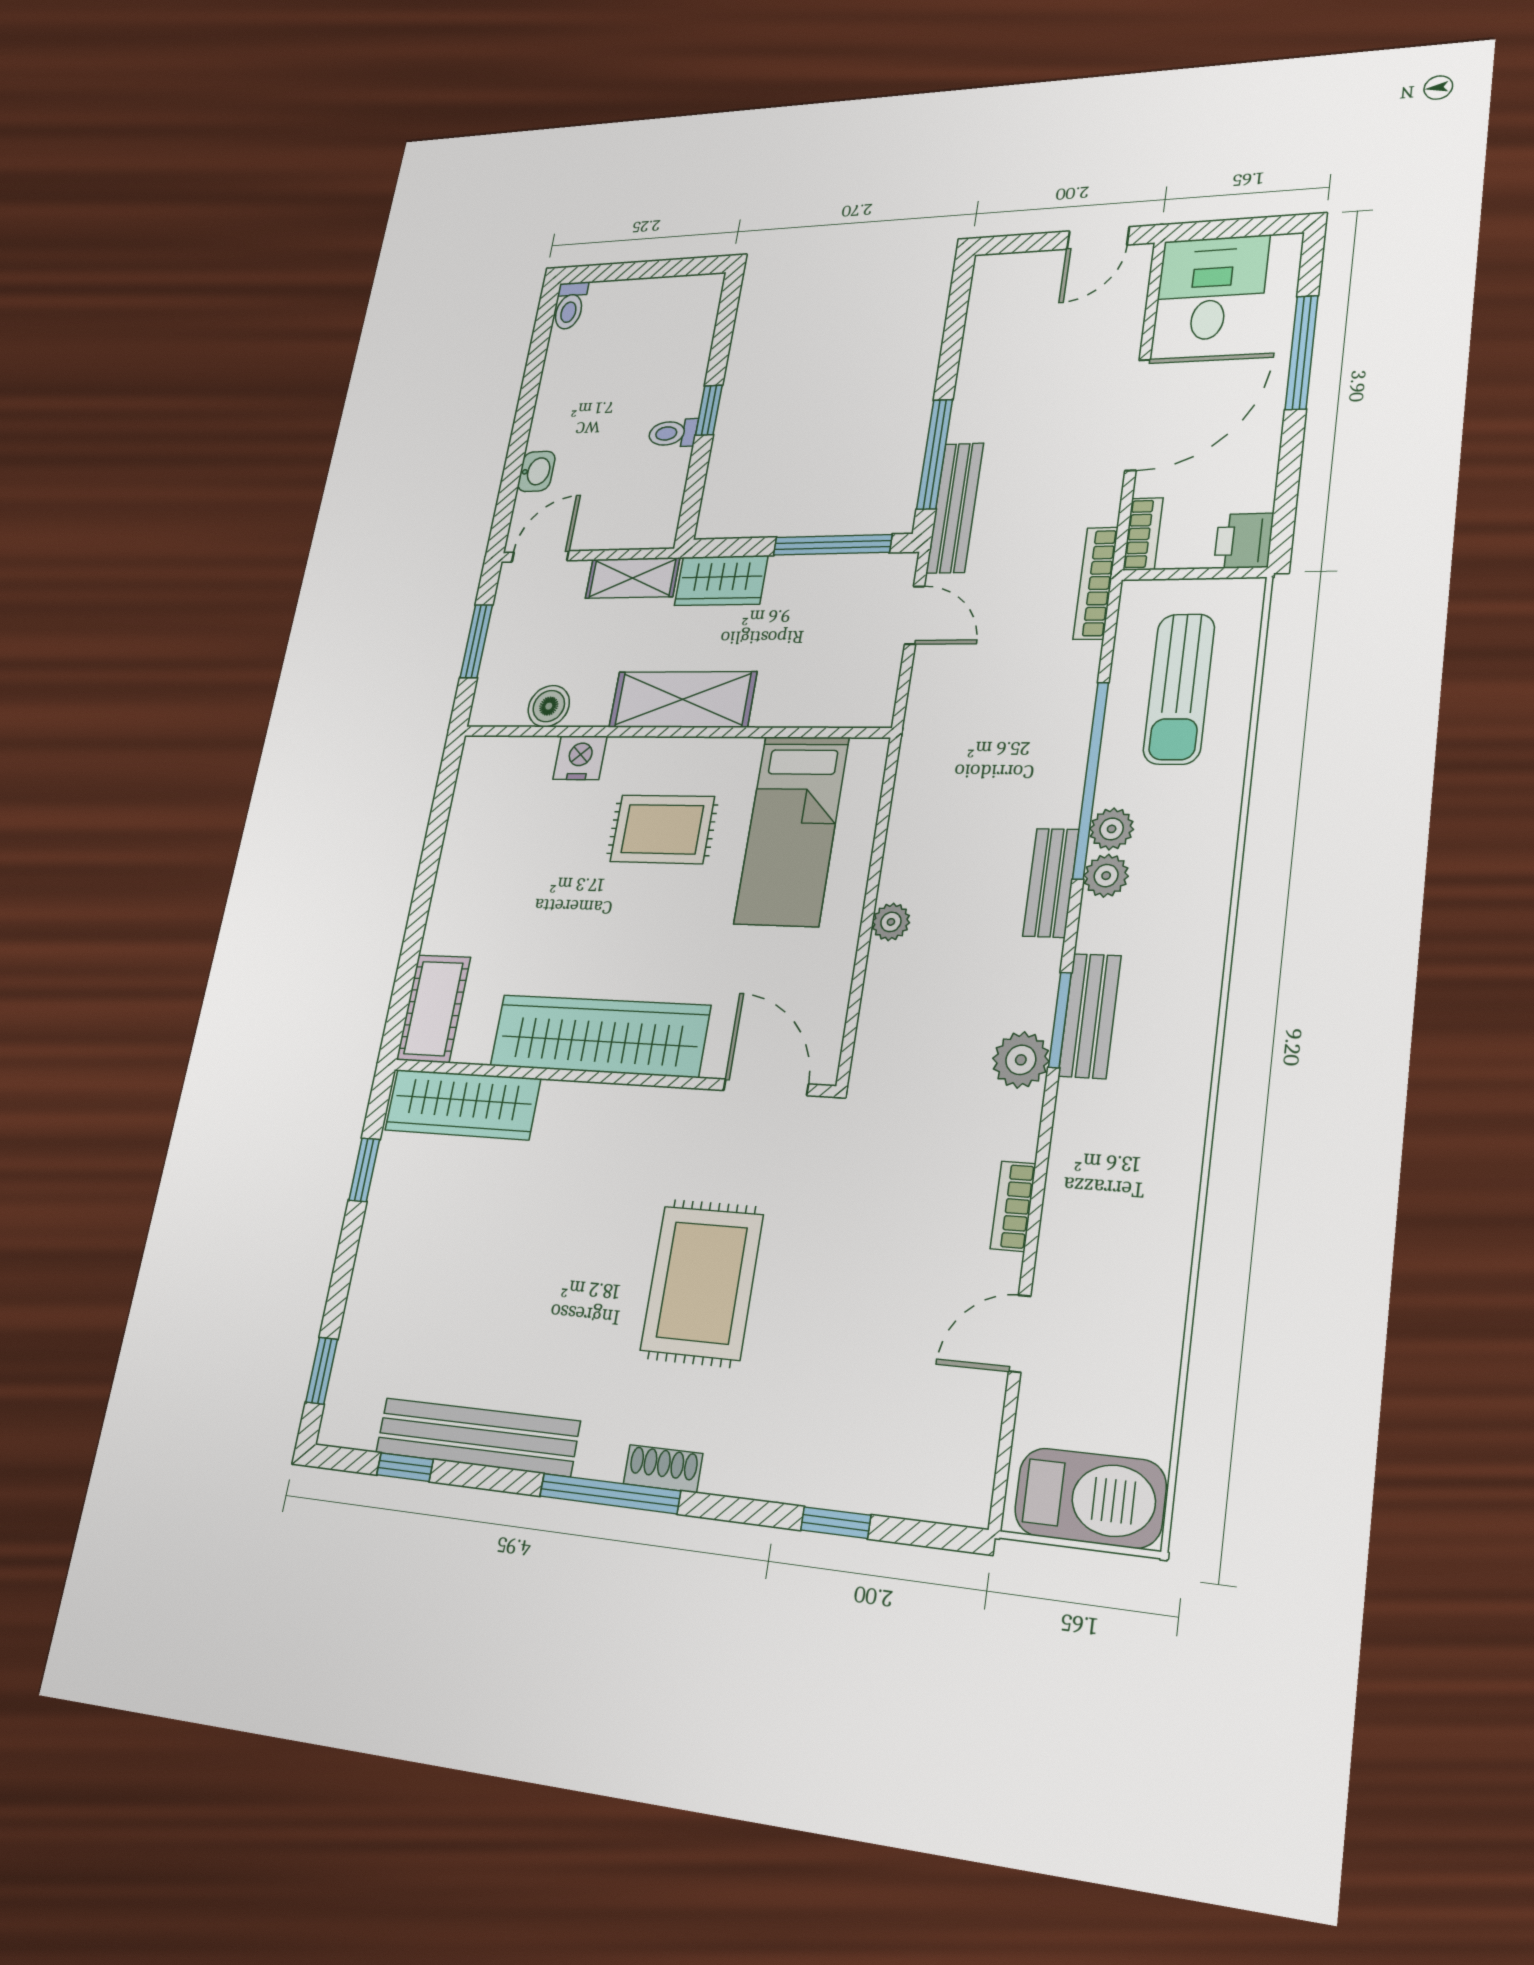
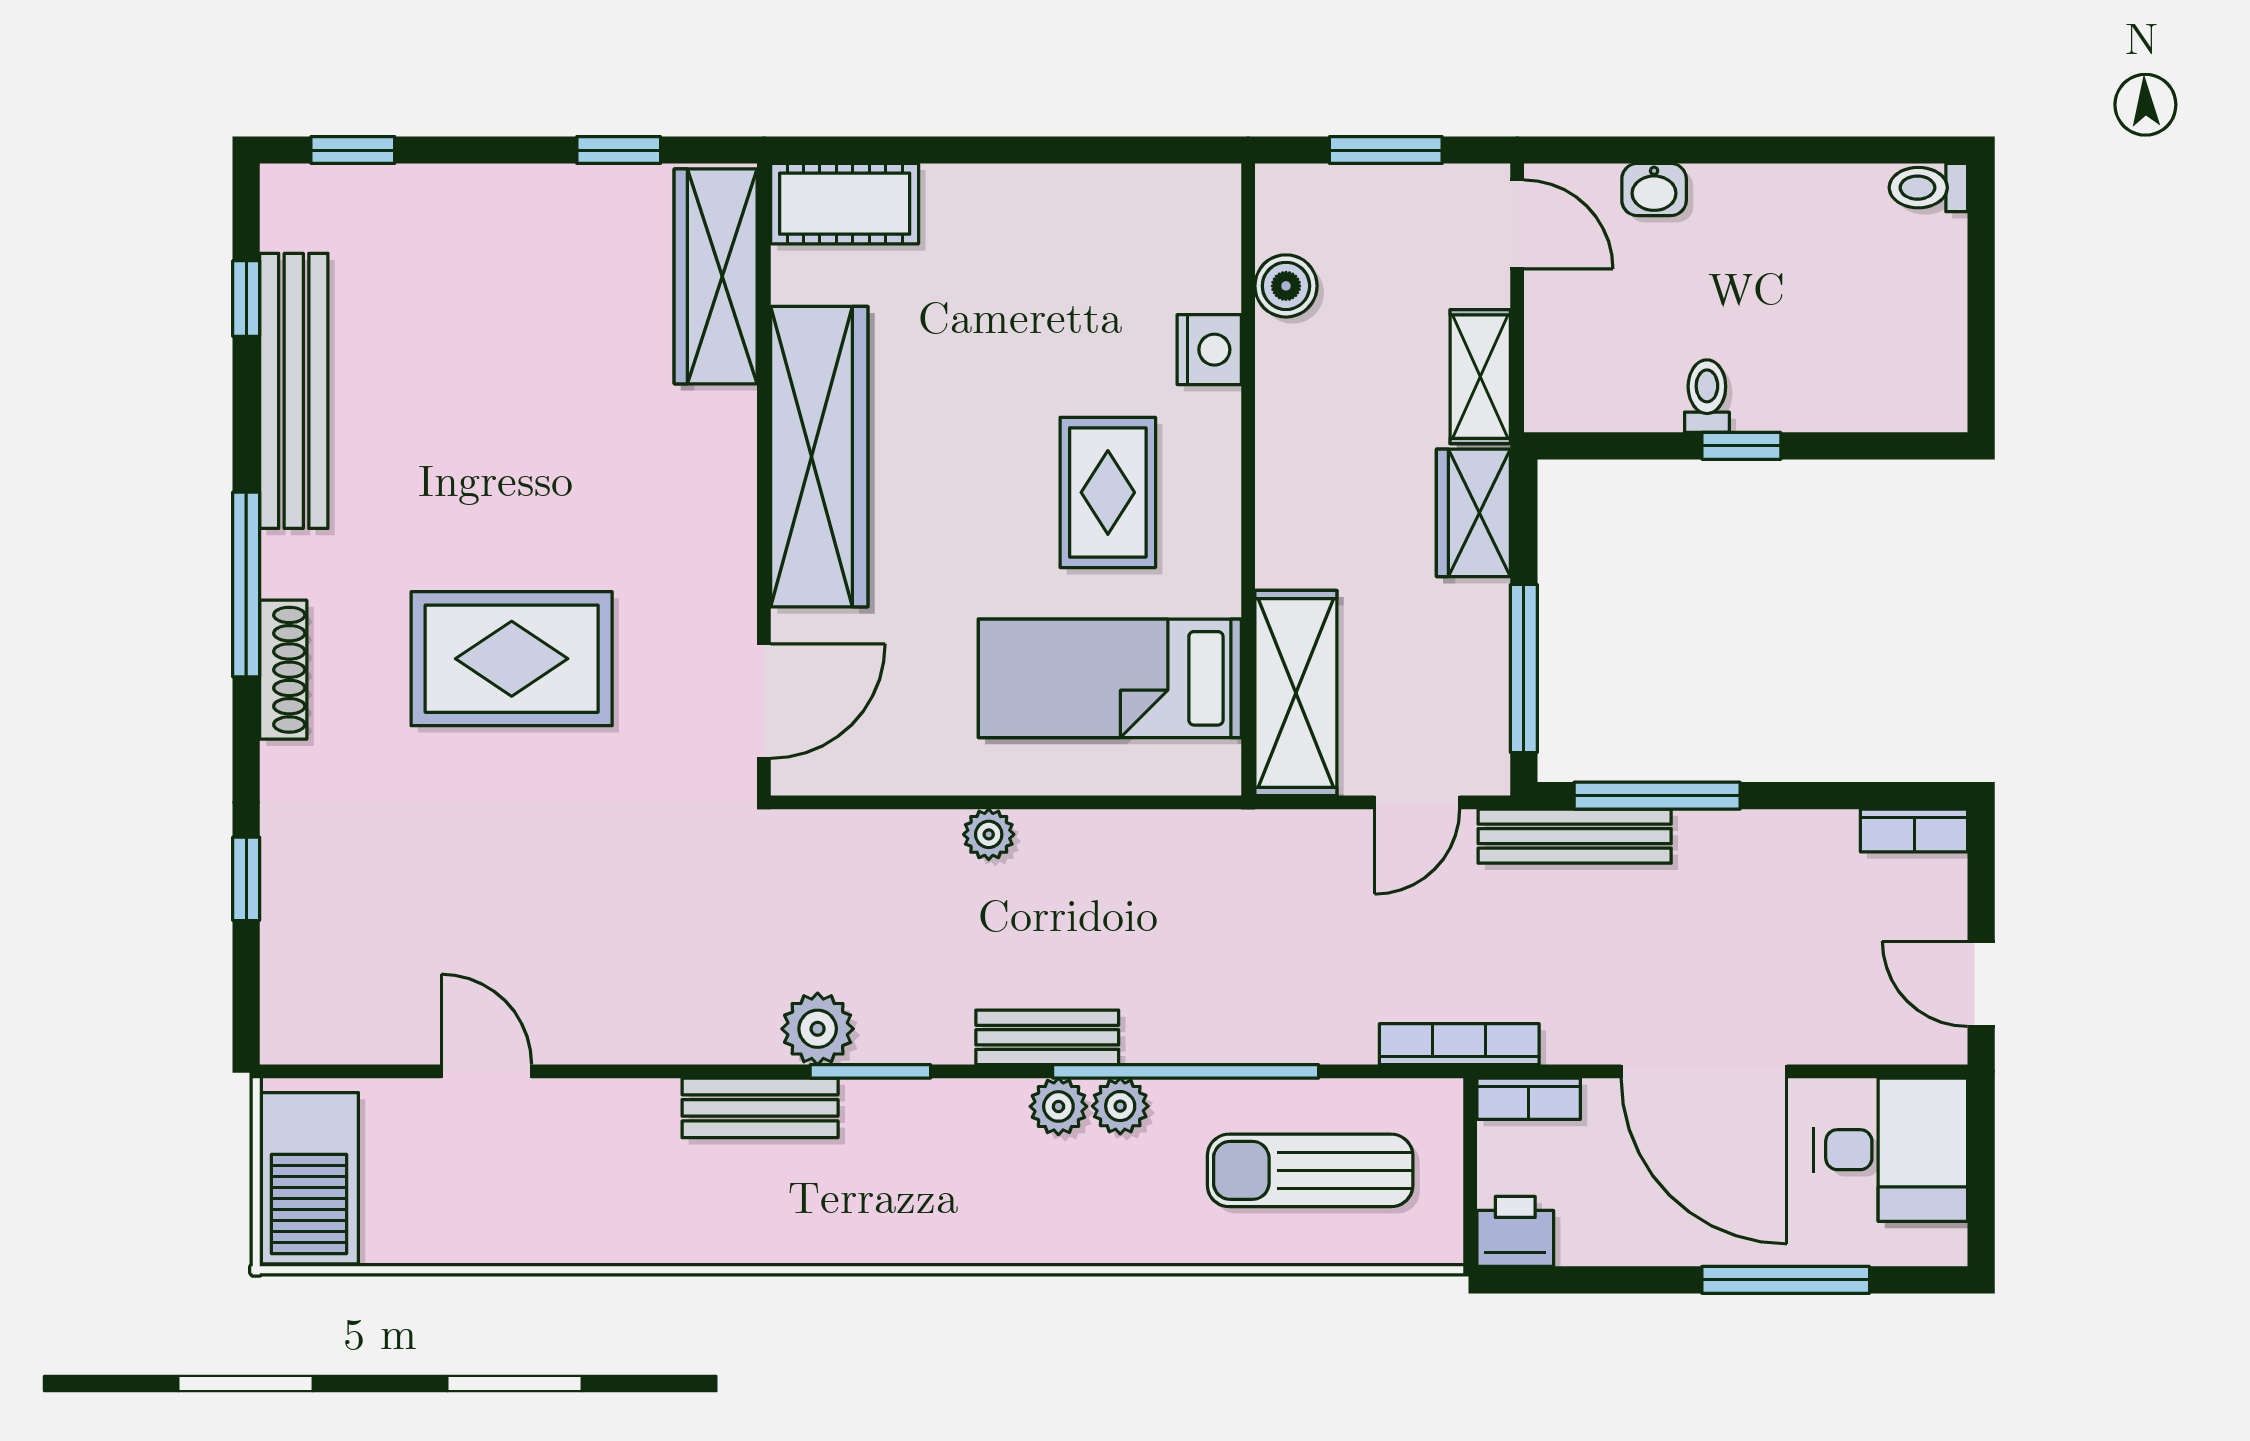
shelving: (683, 699) -> (1296, 693), moved
bench: (1090, 1016) -> (760, 1108), moved
bookcase: (1013, 1206) -> (1914, 831), moved, turned 180
shoe rack: (663, 1469) -> (283, 670), width x1.43

